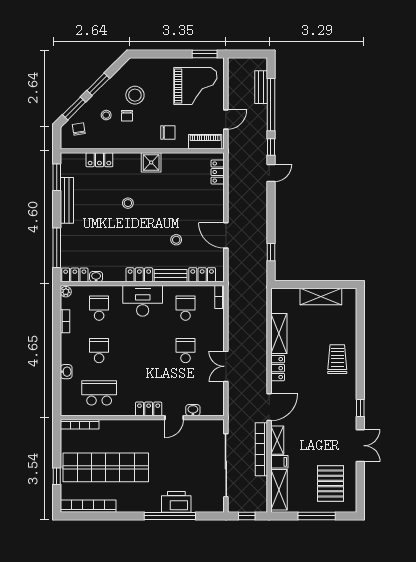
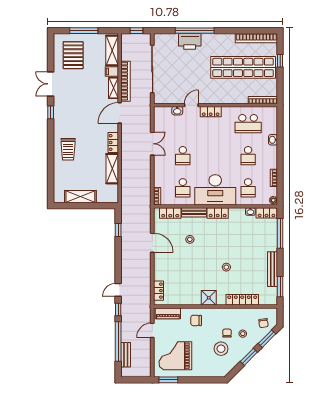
locker: (99, 160) -> (242, 300), width x1.53
desk: (143, 301) -> (215, 190), width x1.36, depth x1.30

